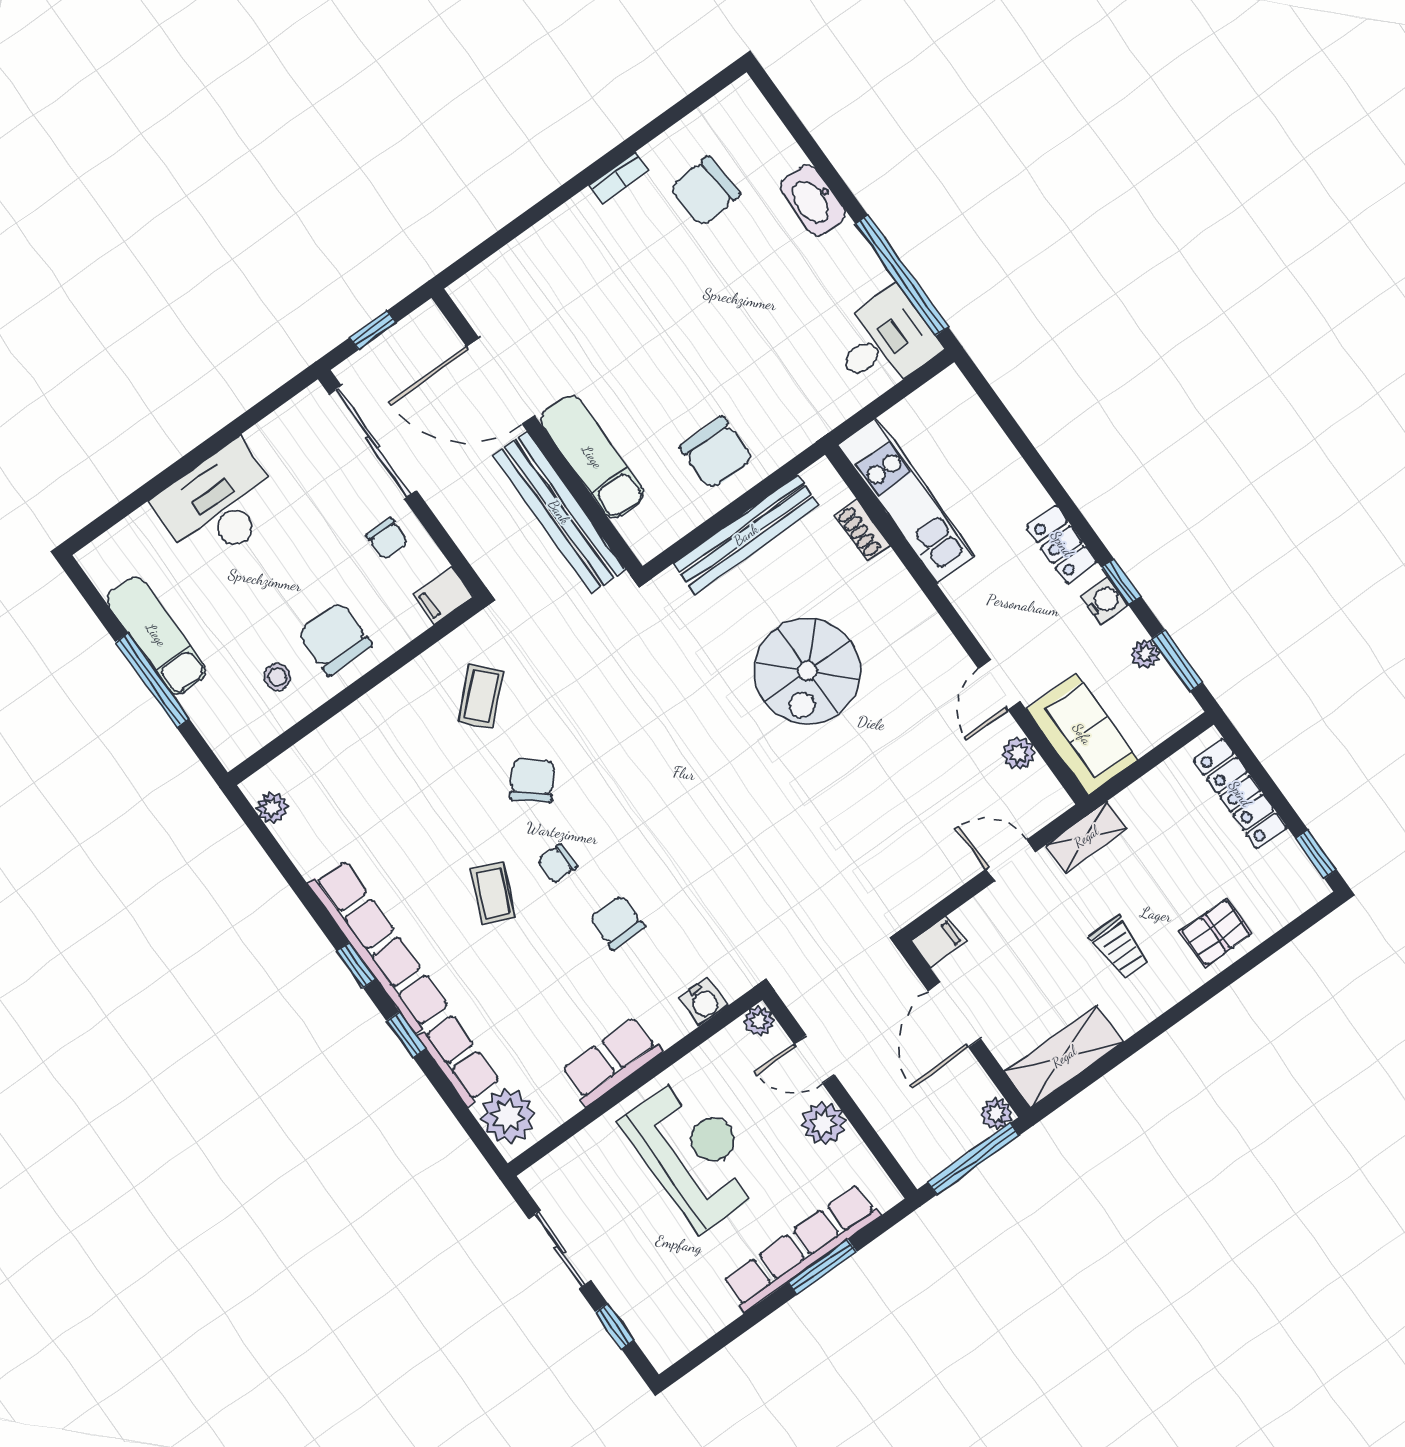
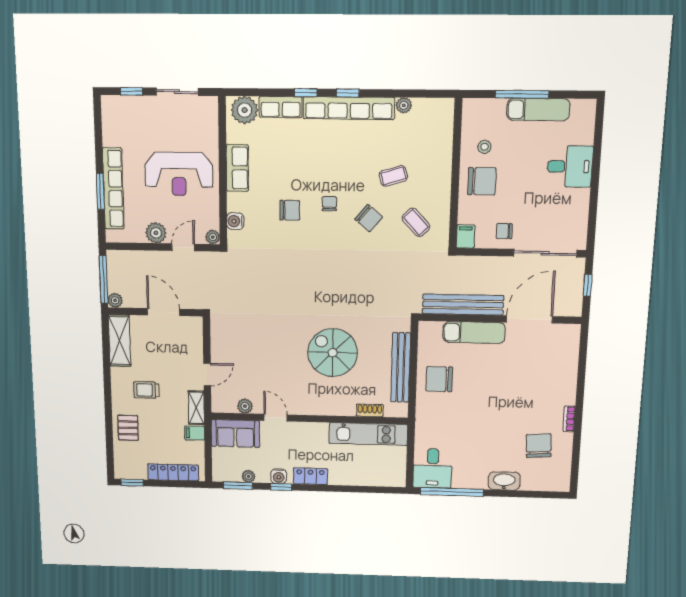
desk: (219, 505) -> (570, 166), width x0.73
plant: (272, 808) -> (404, 105), moved
coffee table: (493, 893) -> (393, 176), moved, turned -40
filing cabinet: (938, 942) -> (195, 433), moved, turned 90

